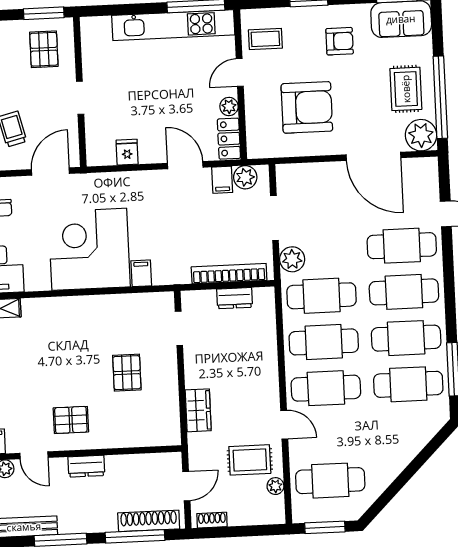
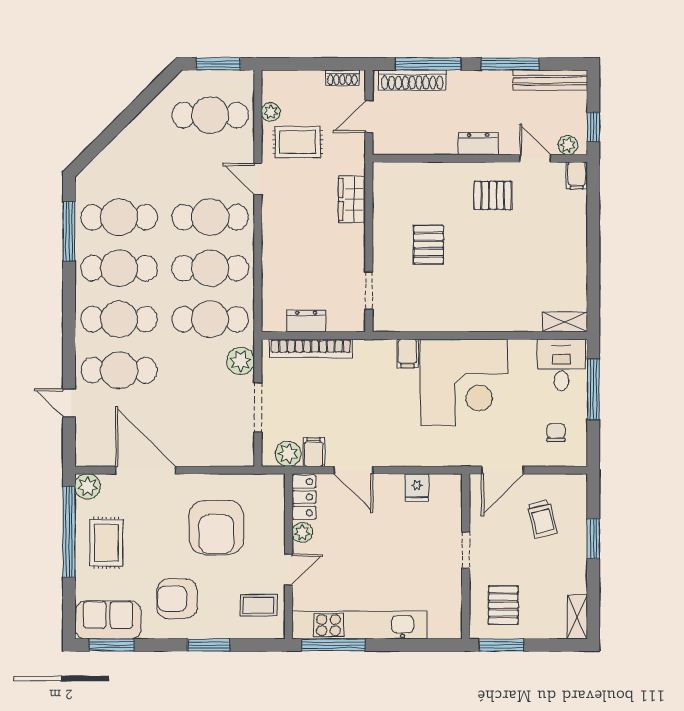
armchair: (340, 41) -> (177, 599), width x1.38, depth x1.38
armchair: (307, 107) -> (216, 527), turned -90
plant: (421, 135) -> (88, 486), width x0.73, depth x0.73

